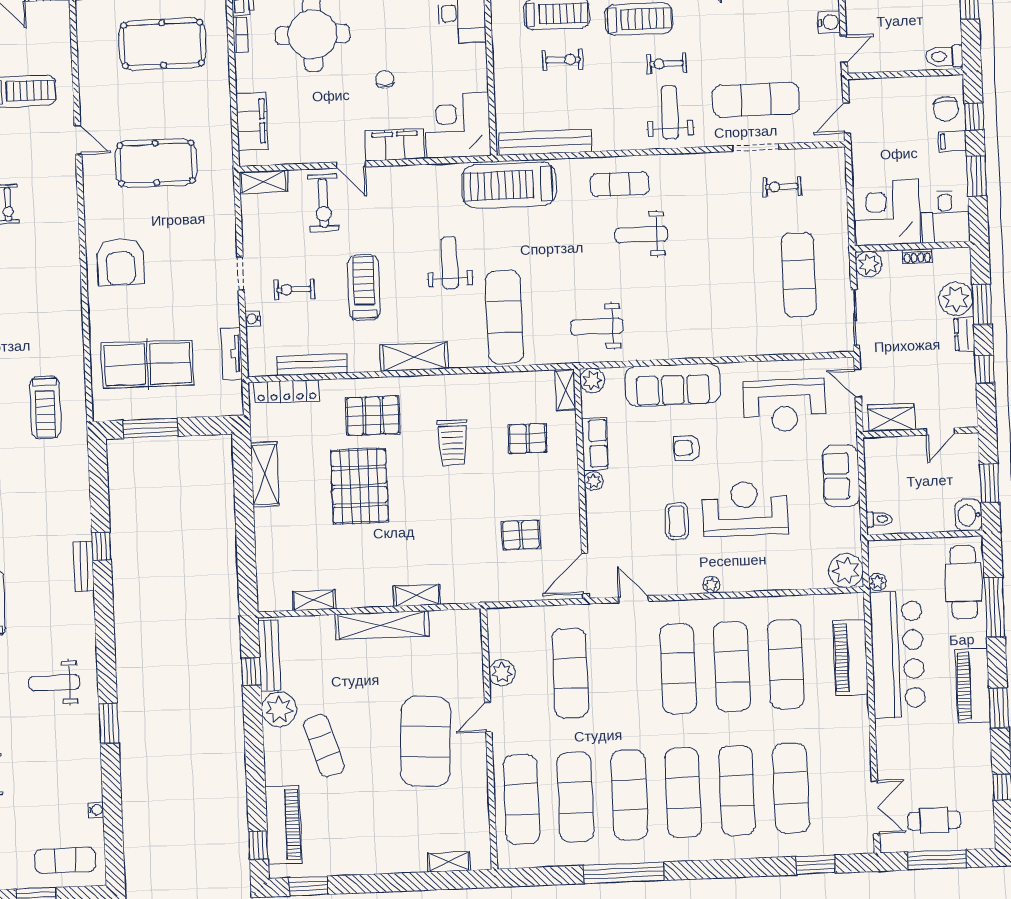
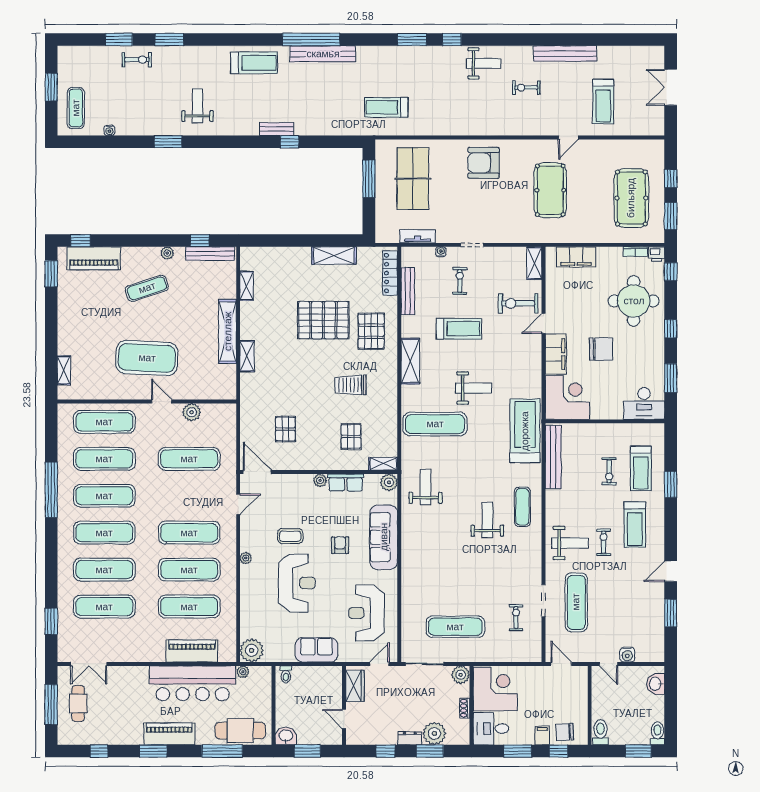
chair: (385, 79) -> (601, 349), width x1.87, depth x1.87
plant: (279, 710) -> (167, 253), width x0.53, depth x0.53

